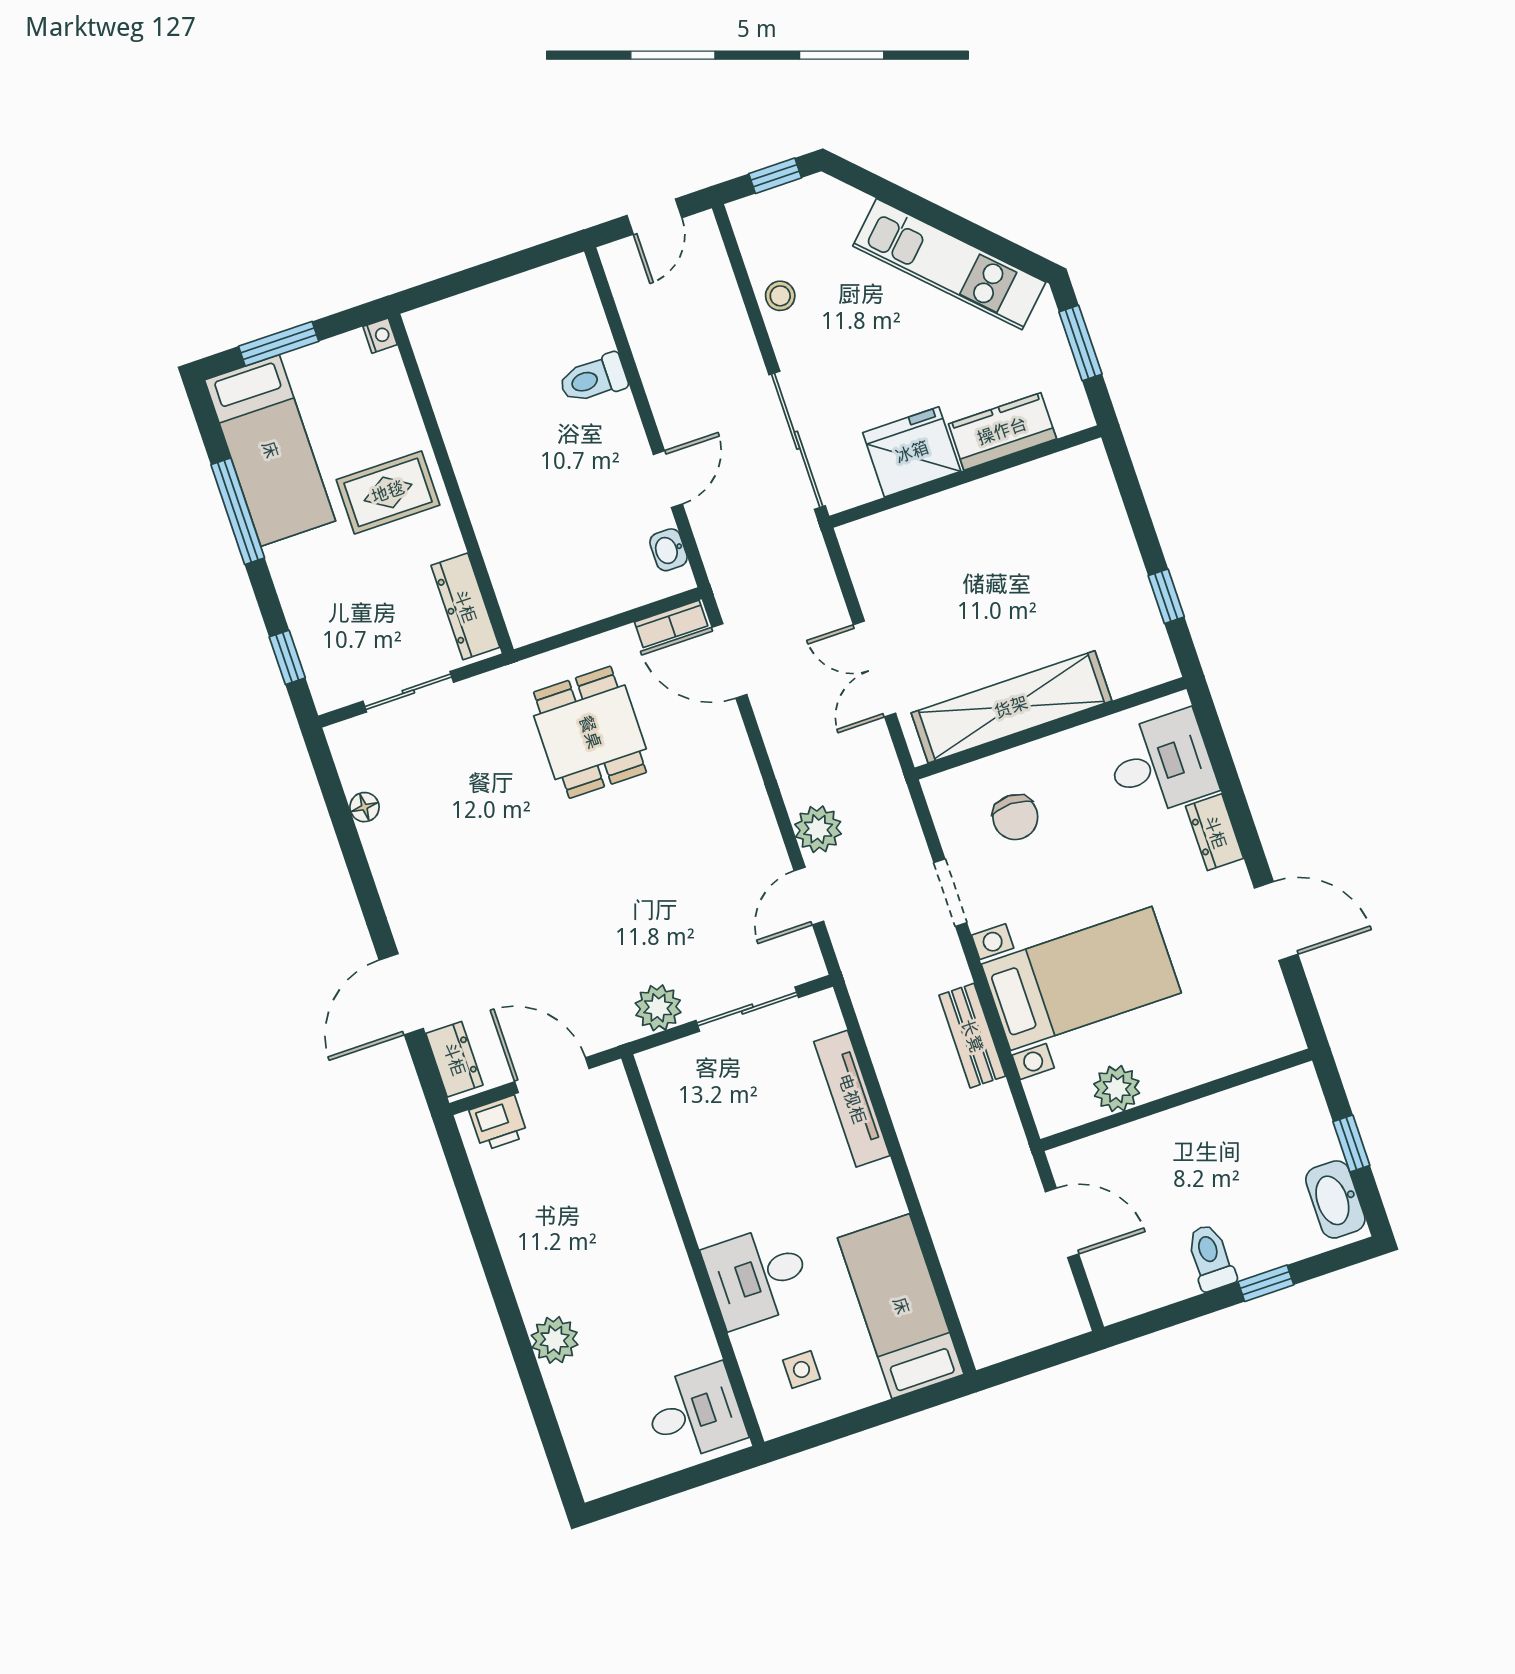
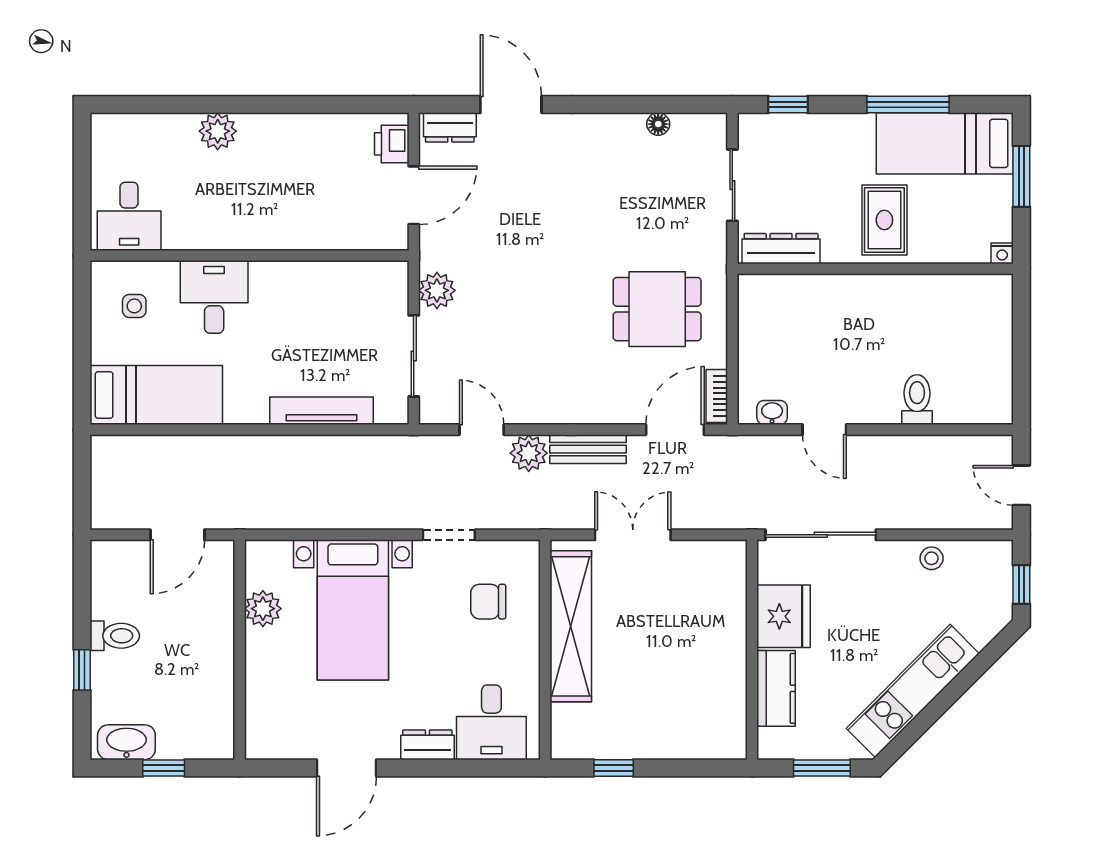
bench: (972, 1036) -> (588, 449), moved

